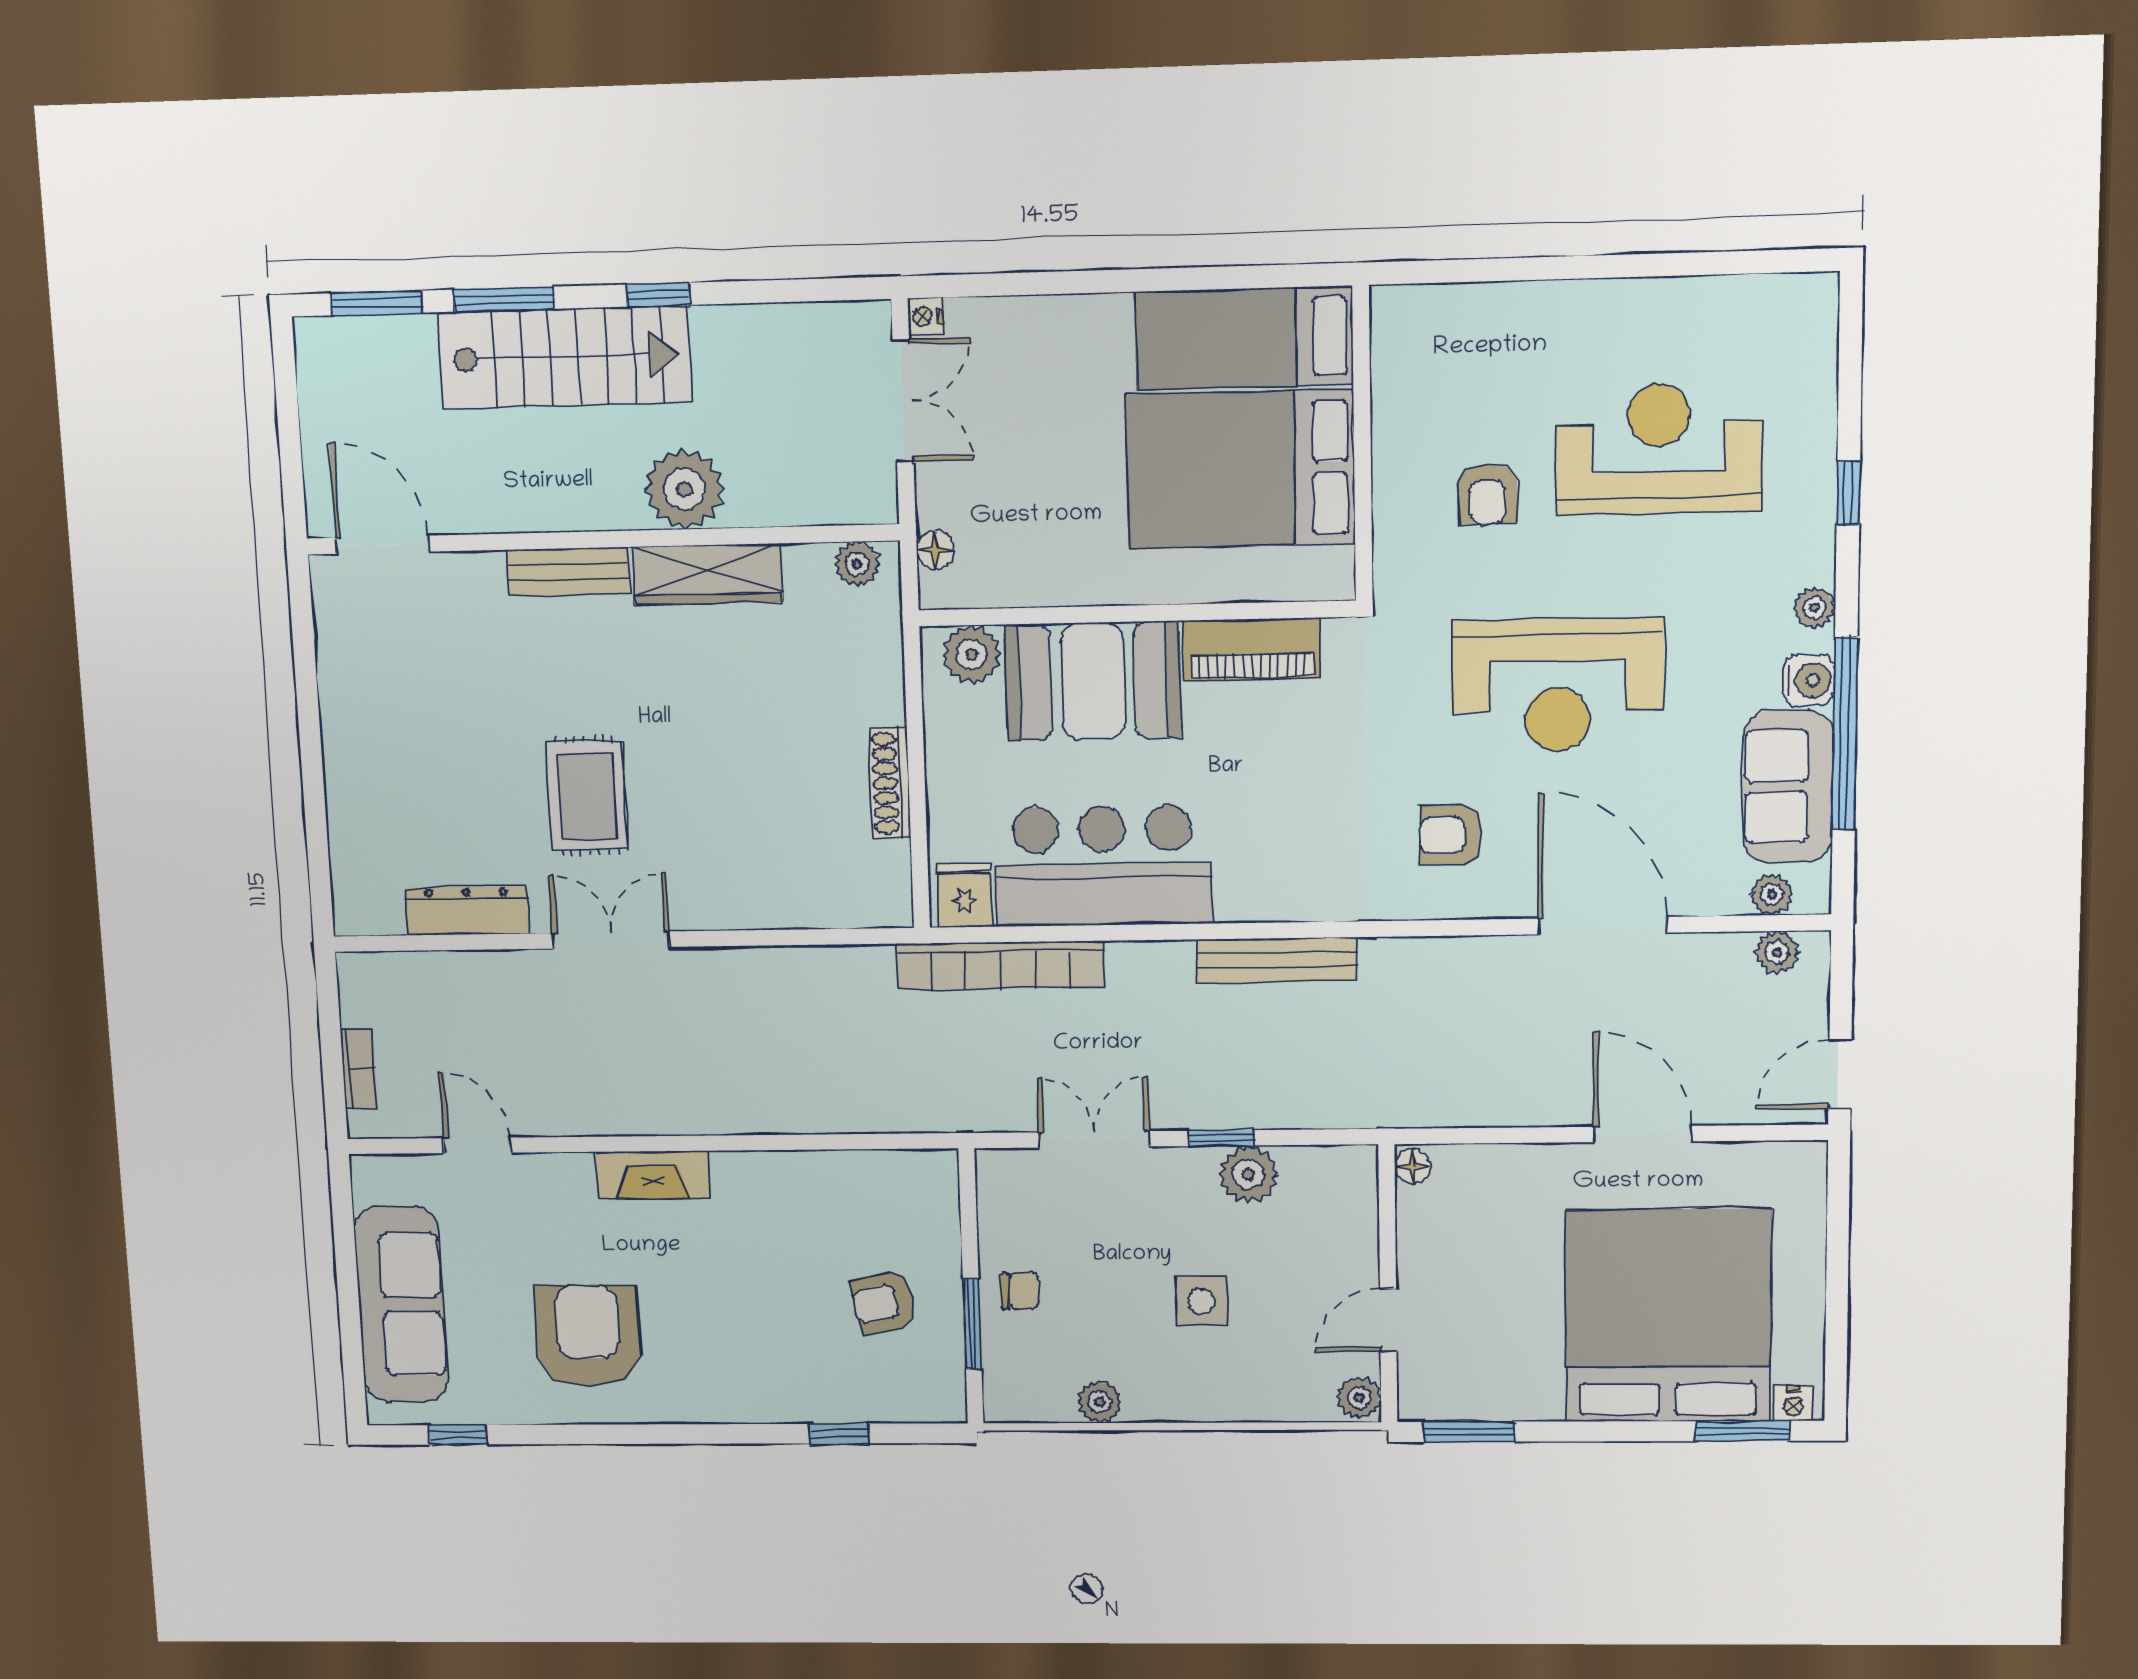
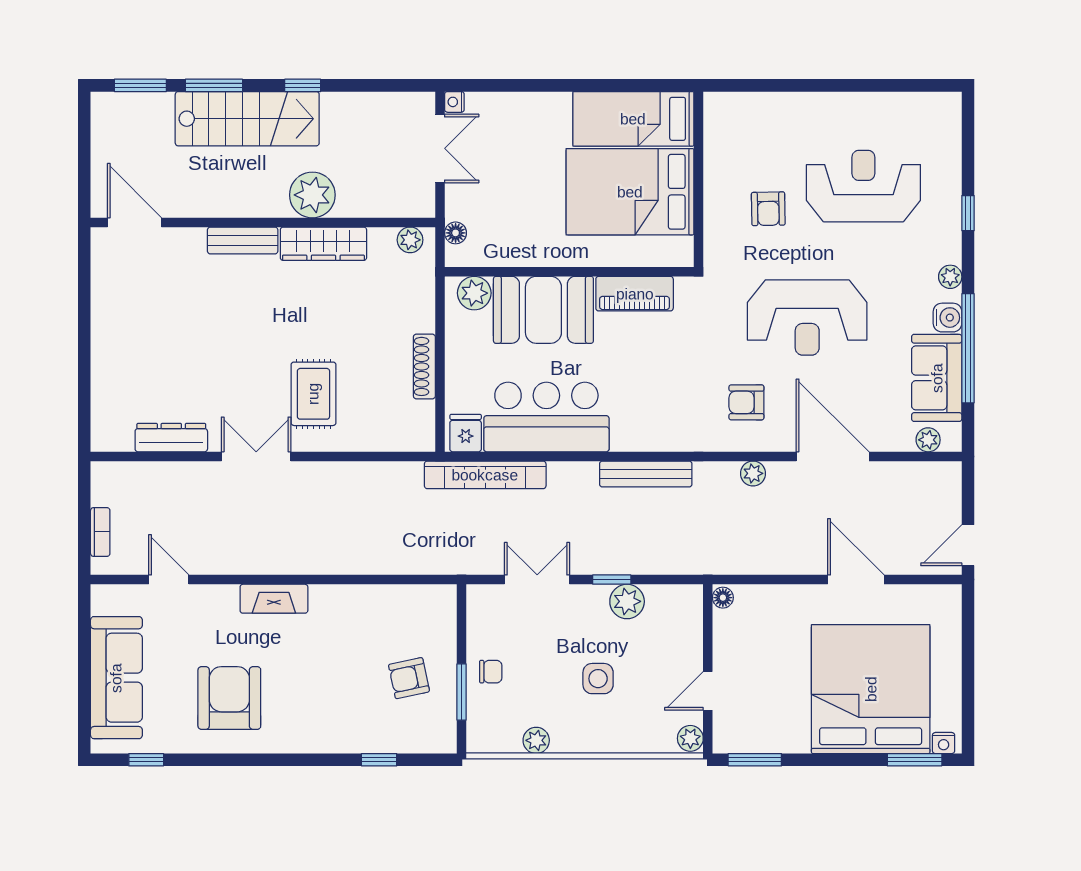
rug: (587, 796) -> (313, 394), moved
plant: (1777, 952) -> (753, 473), moved

